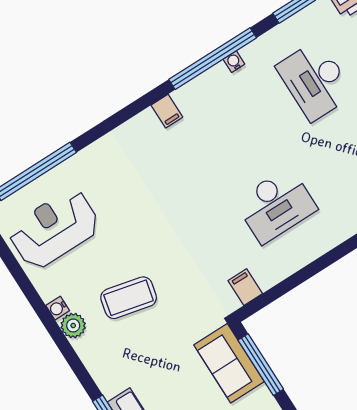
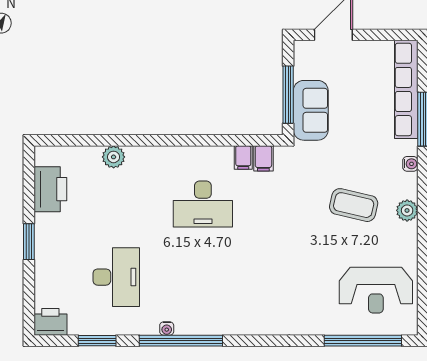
filing cabinet: (167, 111) -> (243, 157), moved, turned 180
desk: (276, 205) -> (203, 204), turned 180
water cooler: (58, 308) -> (410, 164), moved

